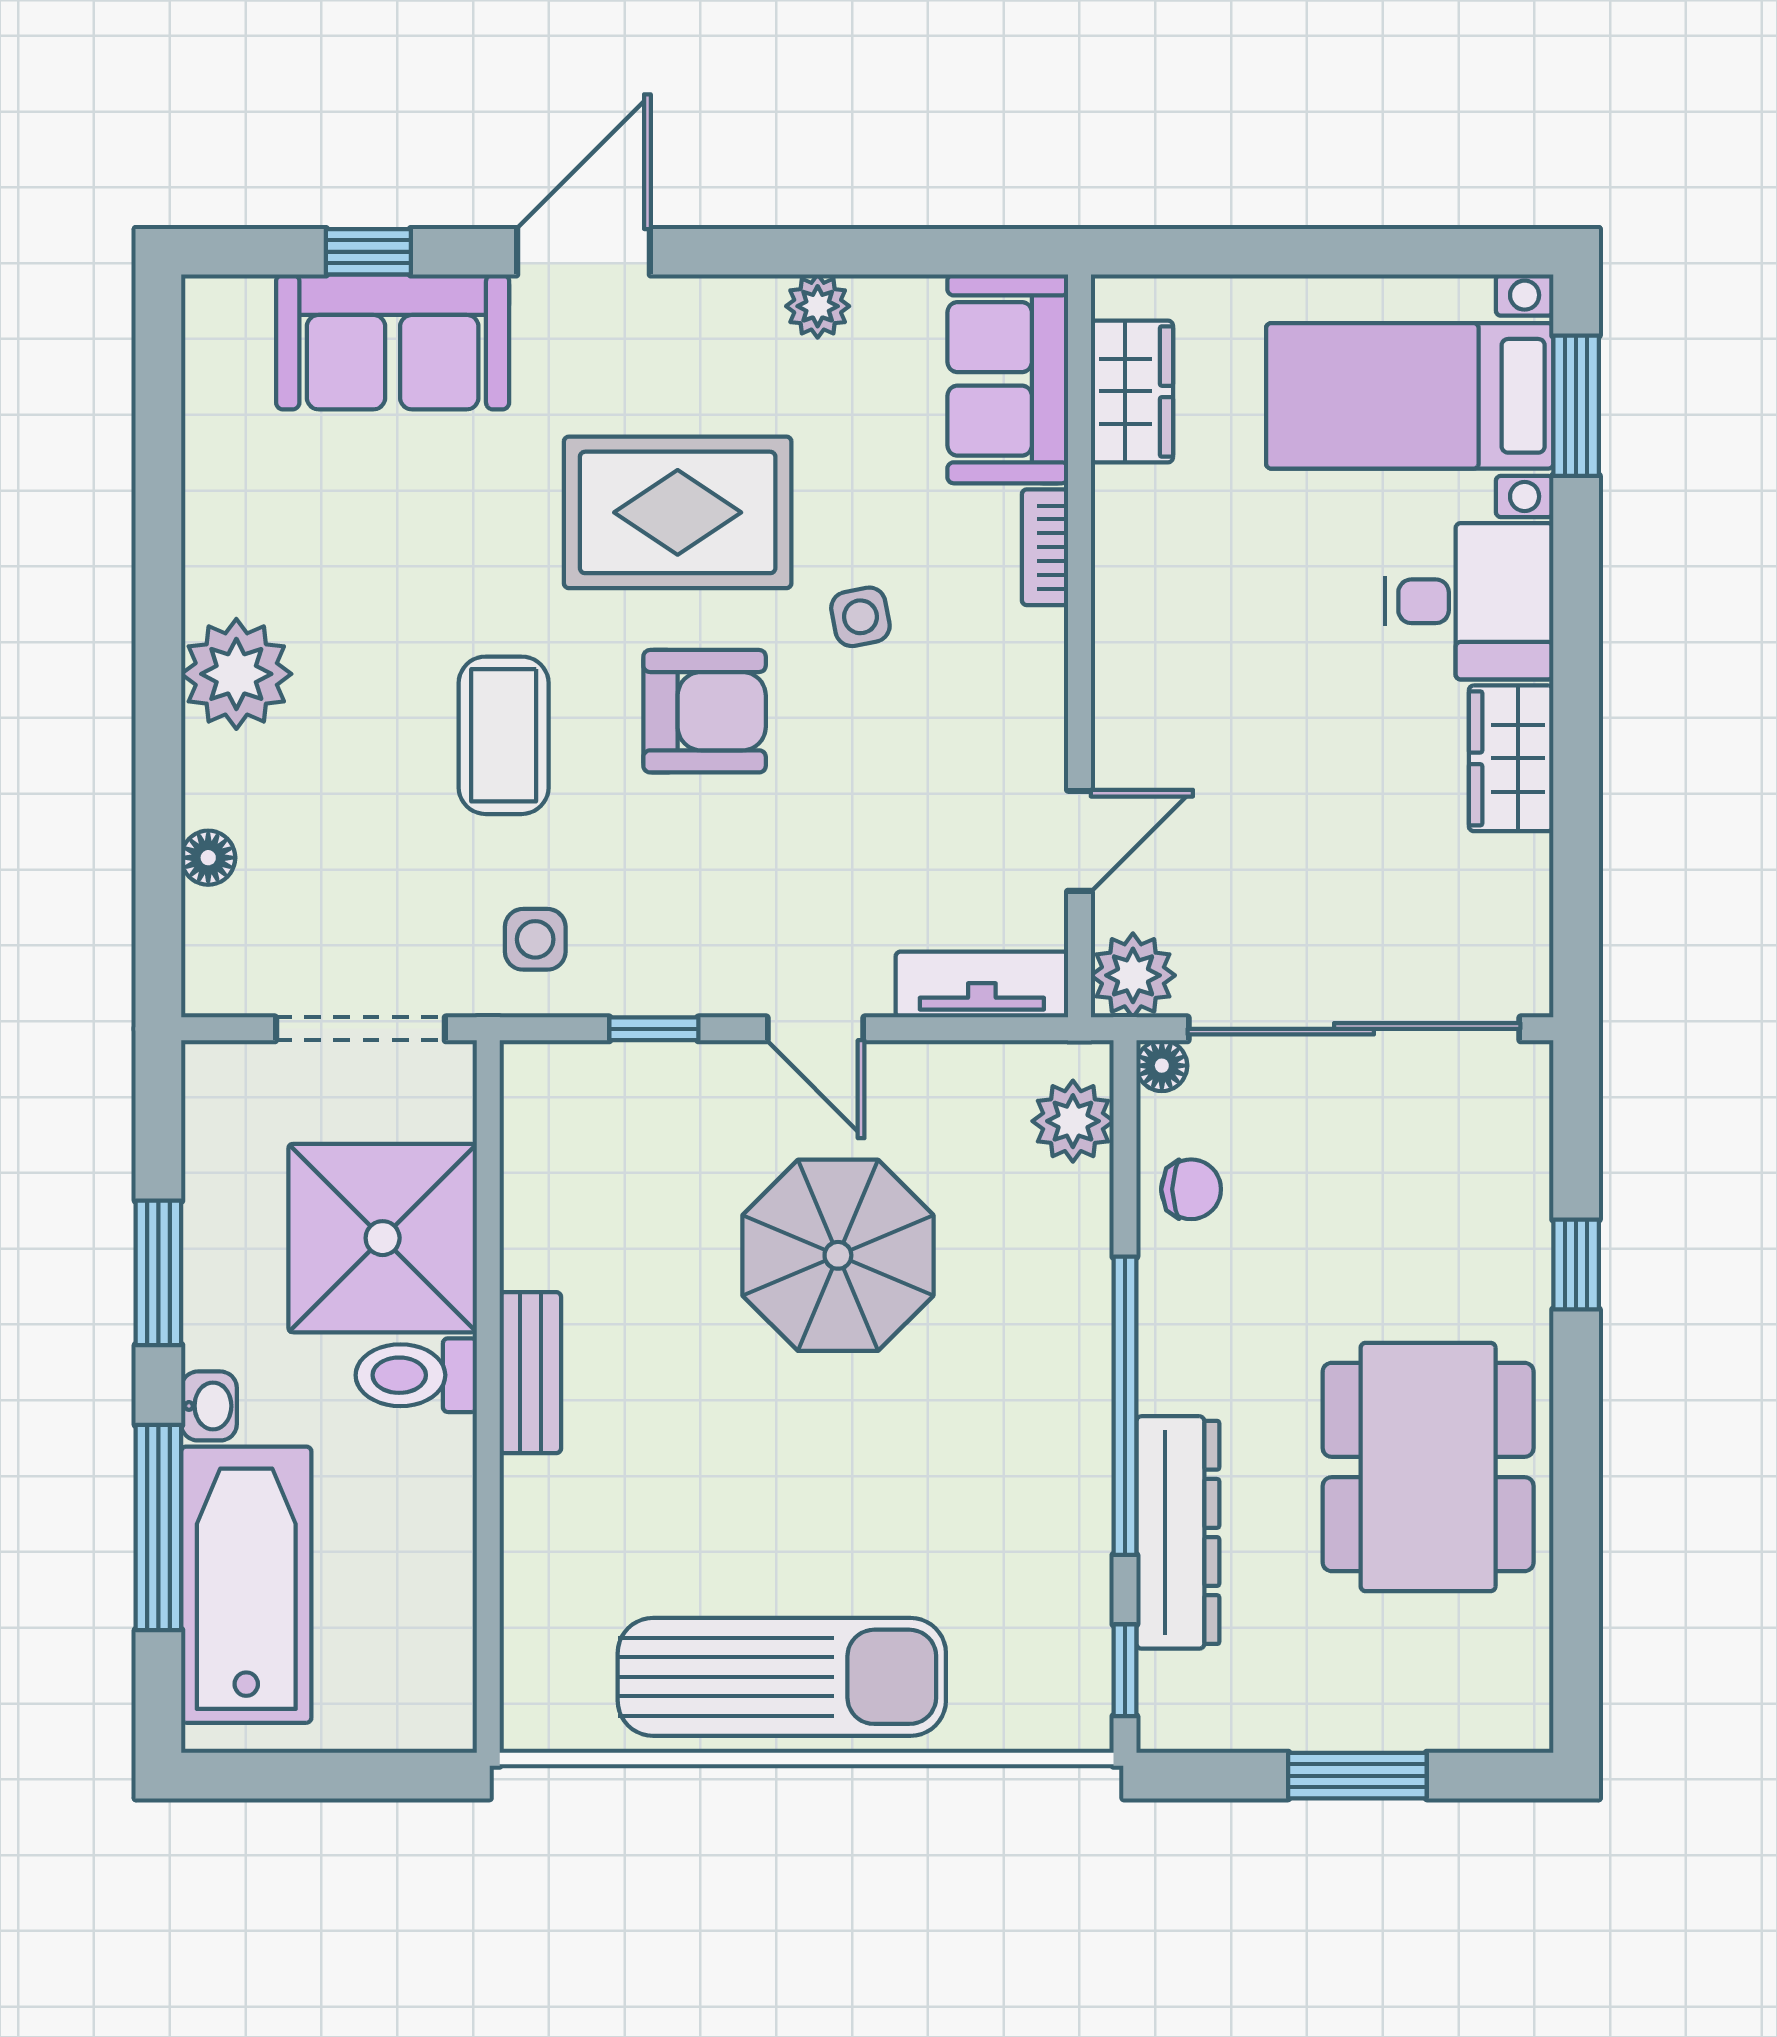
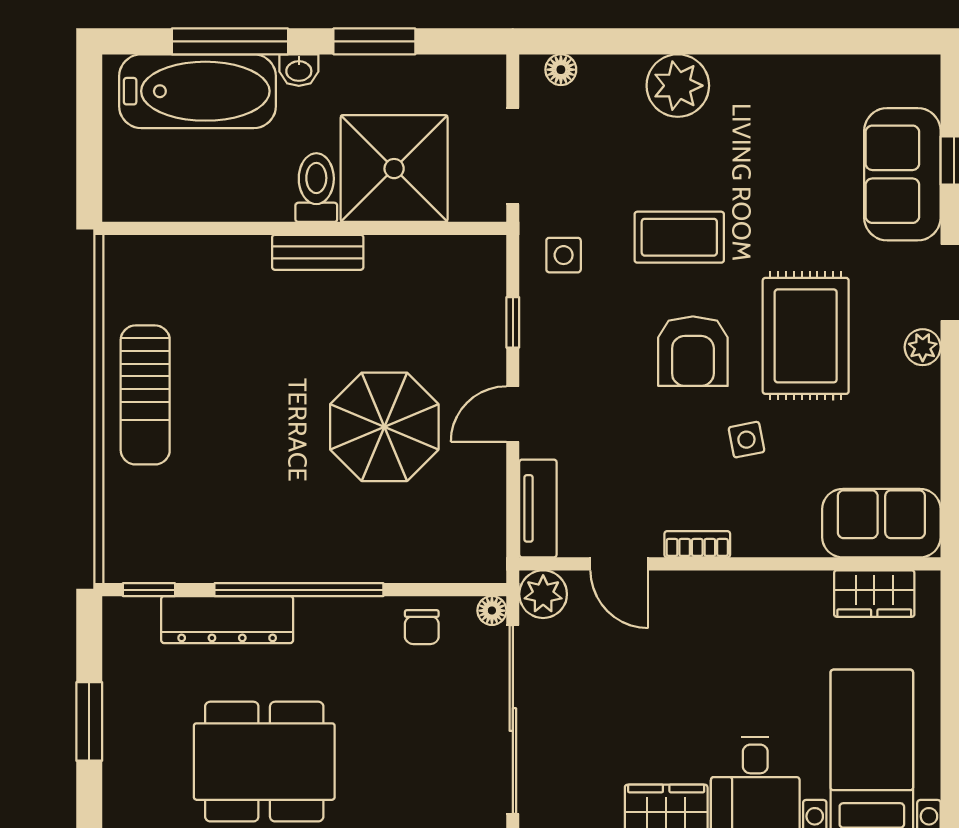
plant: (818, 306) -> (923, 347), moved
bookcase: (1045, 547) -> (697, 544), moved
plant: (236, 674) -> (678, 86), moved
floor lamp: (208, 858) -> (561, 70), moved
plant: (1073, 1121) -> (460, 560), removed
sun lounger: (782, 1677) -> (145, 395), width x0.73, depth x0.75

